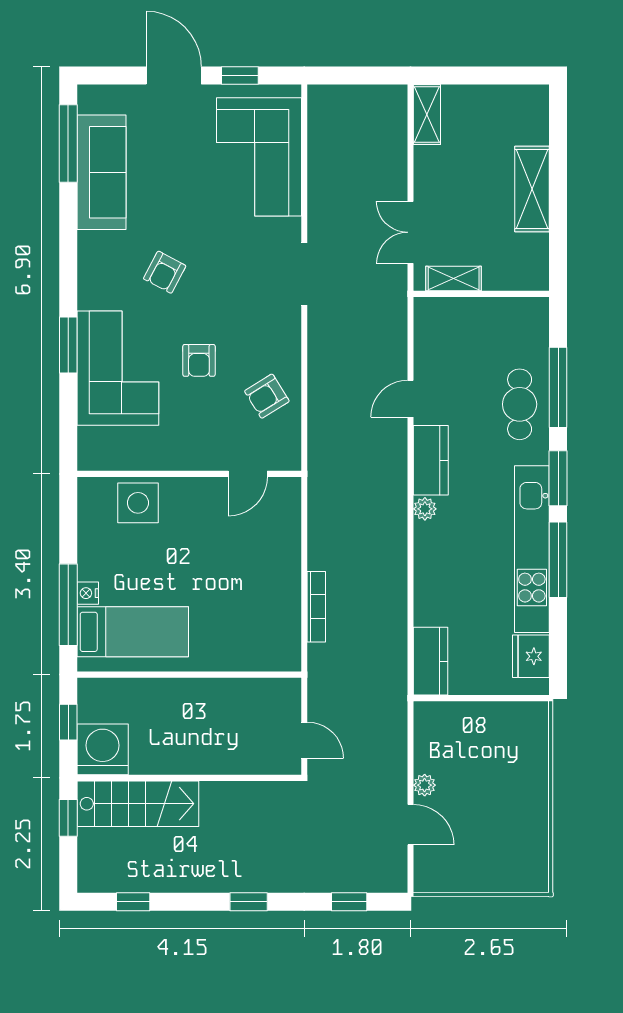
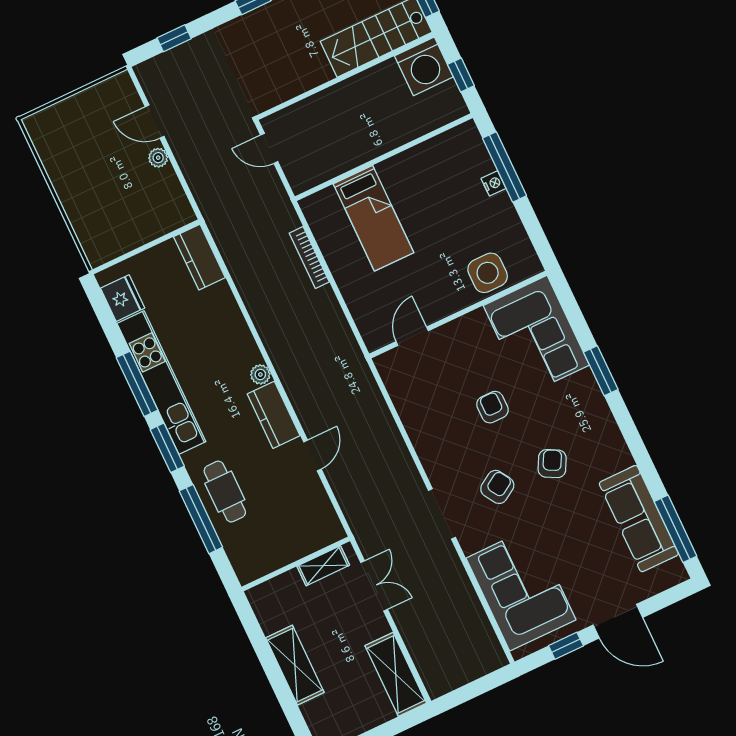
shelving: (427, 114) -> (396, 674), width x1.50, depth x1.33
corner sofa: (118, 368) -> (536, 335), moved
armchair: (267, 396) -> (497, 487), moved
bed: (133, 632) -> (373, 218), moved, turned -90

